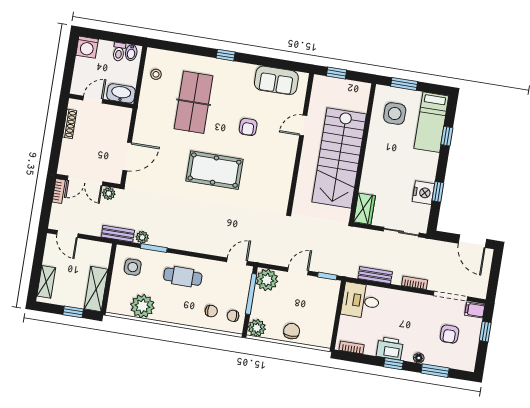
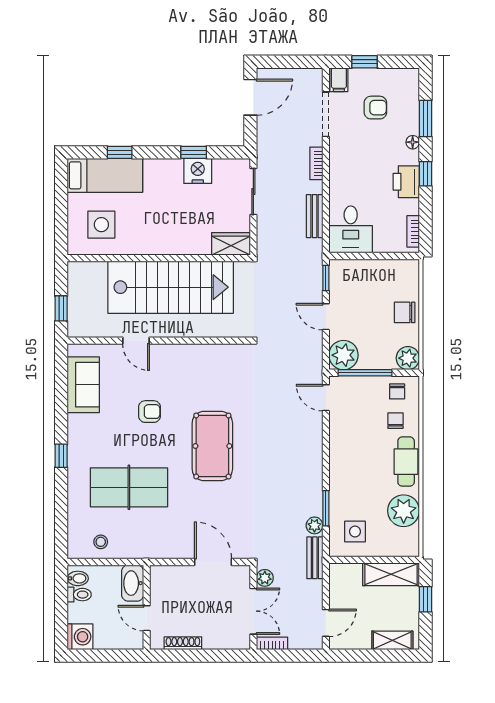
window: (404, 84) -> (61, 219), removed
cafe table: (183, 277) -> (406, 462), moved

